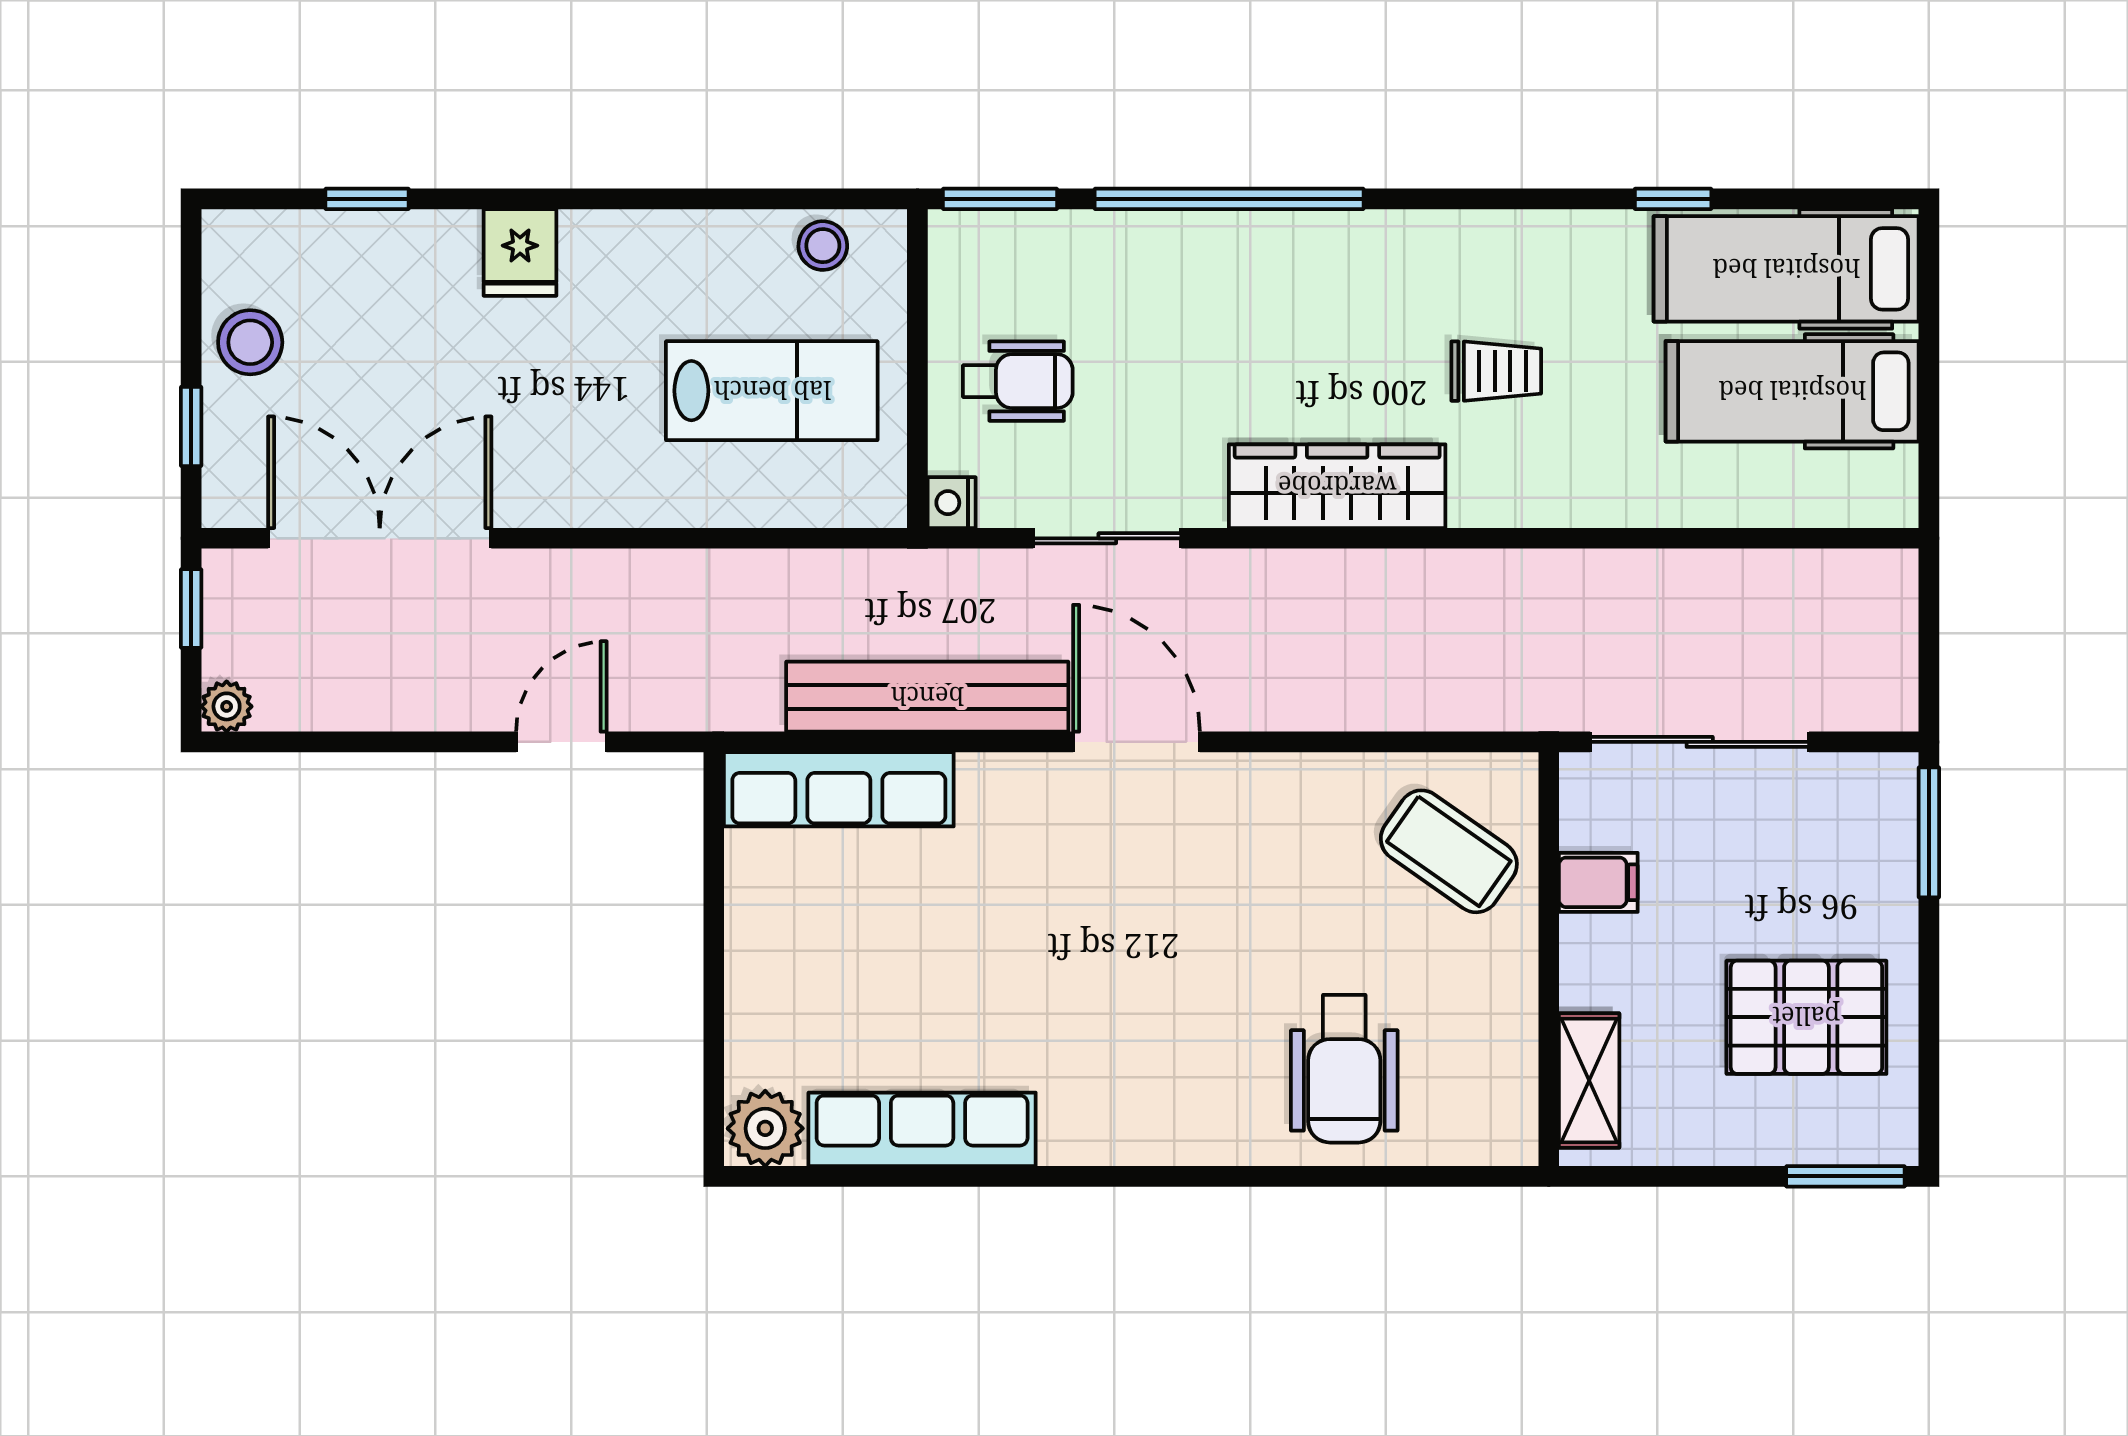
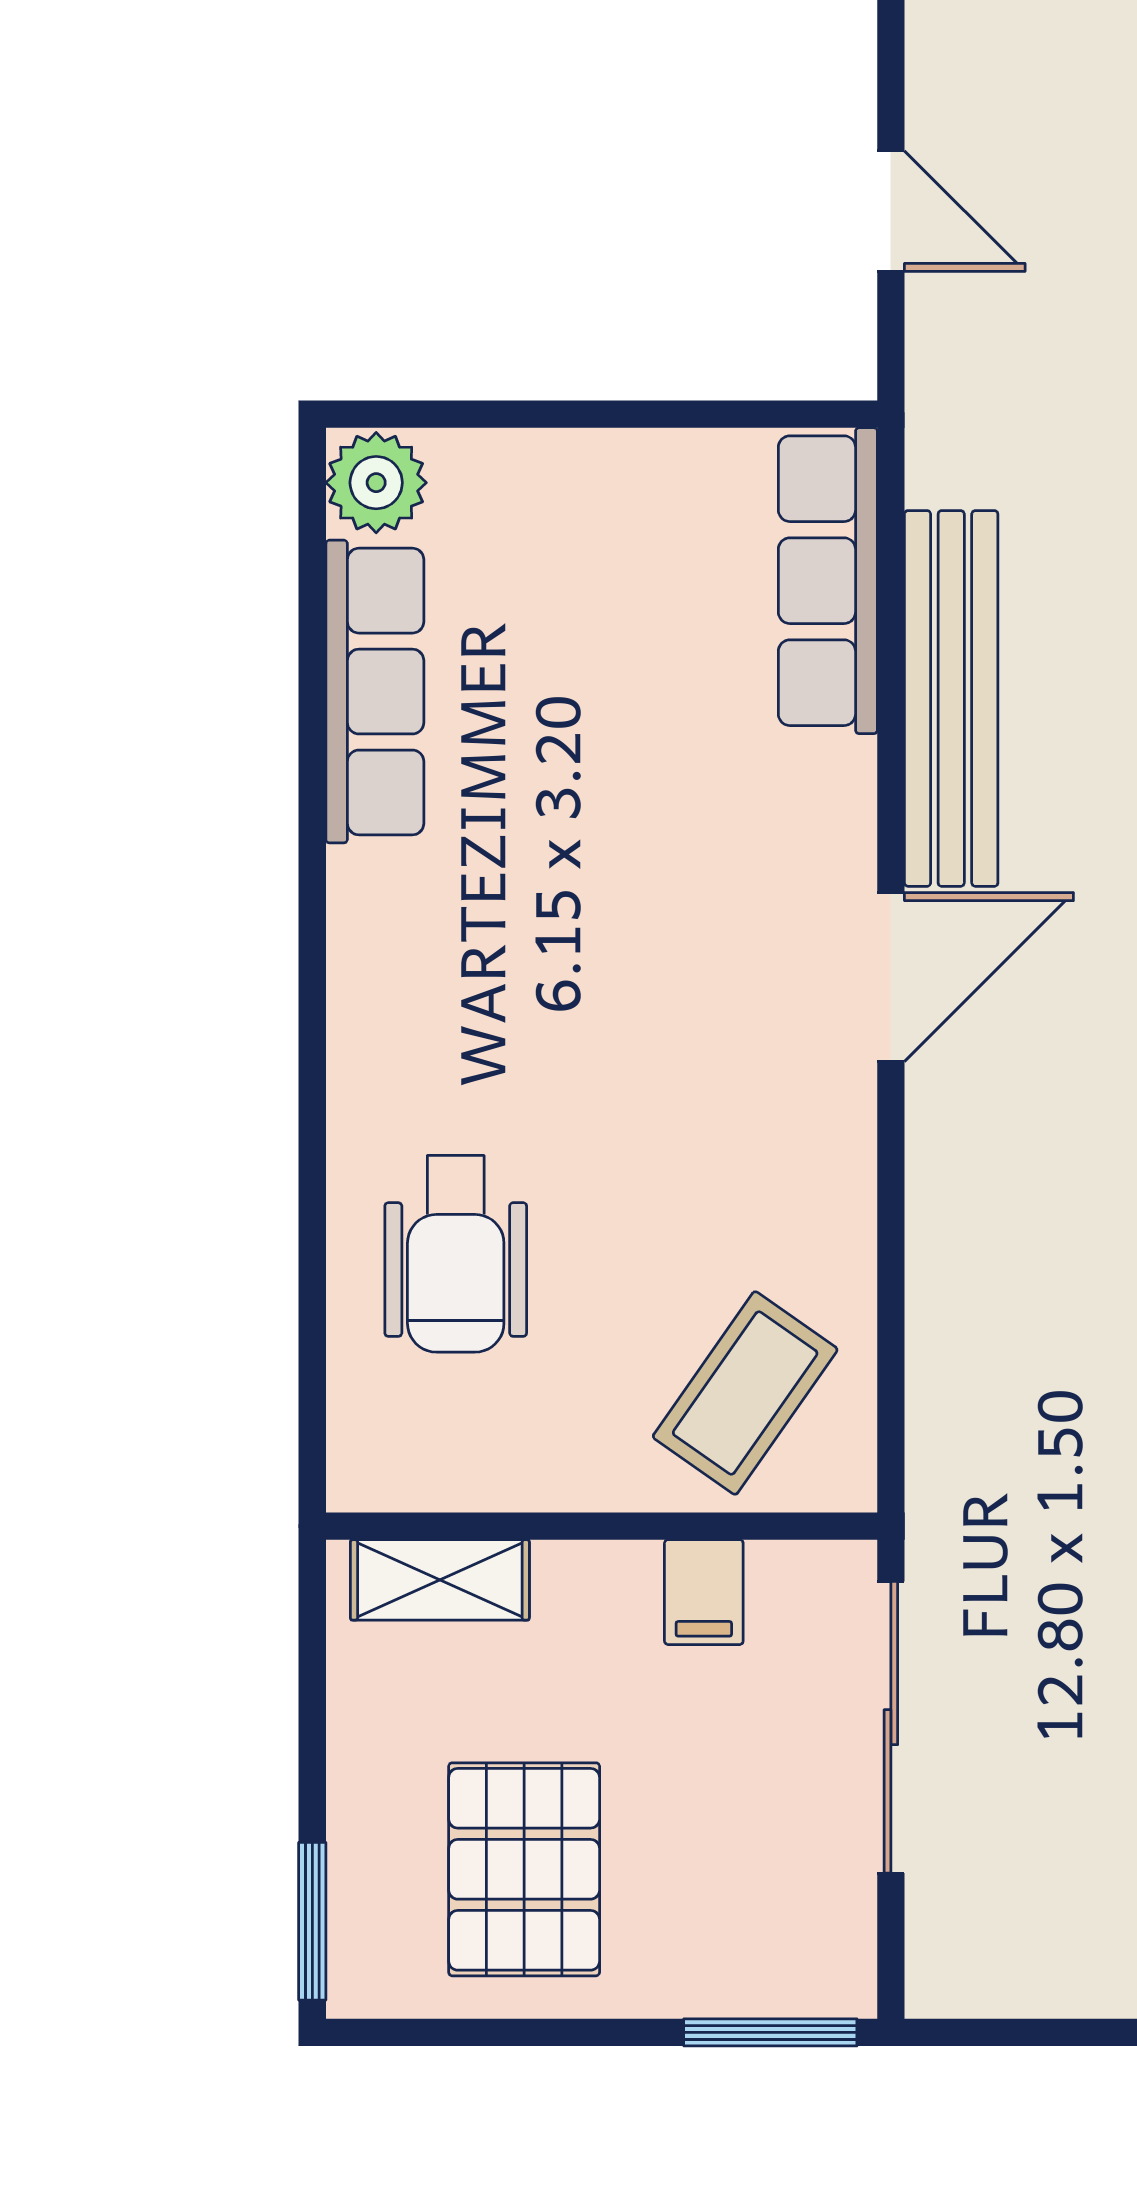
wheelchair: (1344, 1069) -> (456, 1254), turned -90

